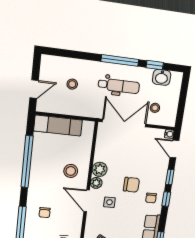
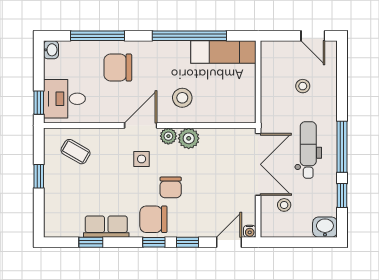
washbasin: (162, 77) -> (325, 227), moved, turned 90
dental chair: (119, 86) -> (308, 150), turned 180
door: (34, 89) -> (313, 36), moved
exam couch: (58, 126) -> (223, 52), moved, turned -90
chair: (151, 198) -> (153, 219), width x1.87, depth x1.87
chair: (45, 213) -> (118, 68), width x1.87, depth x1.87

